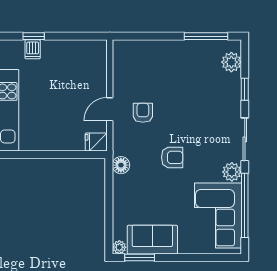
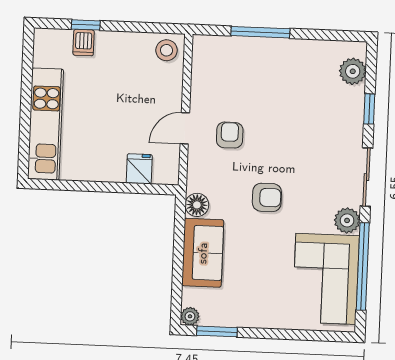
window: (206, 36) -> (260, 32), moved
stool: (94, 52) -> (167, 50), added
fridge: (96, 142) -> (139, 169), moved, turned 90
sofa: (152, 240) -> (203, 253), moved, turned 90

